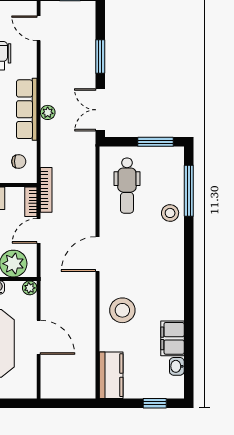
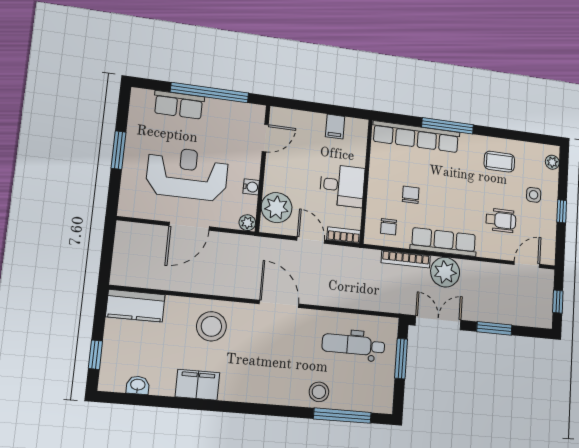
plant: (48, 112) -> (445, 272), width x1.87, depth x1.87
window: (155, 142) -> (401, 359), moved
bookcase: (46, 190) -> (406, 259), moved
filing cabinet: (172, 338) -> (198, 385), moved

